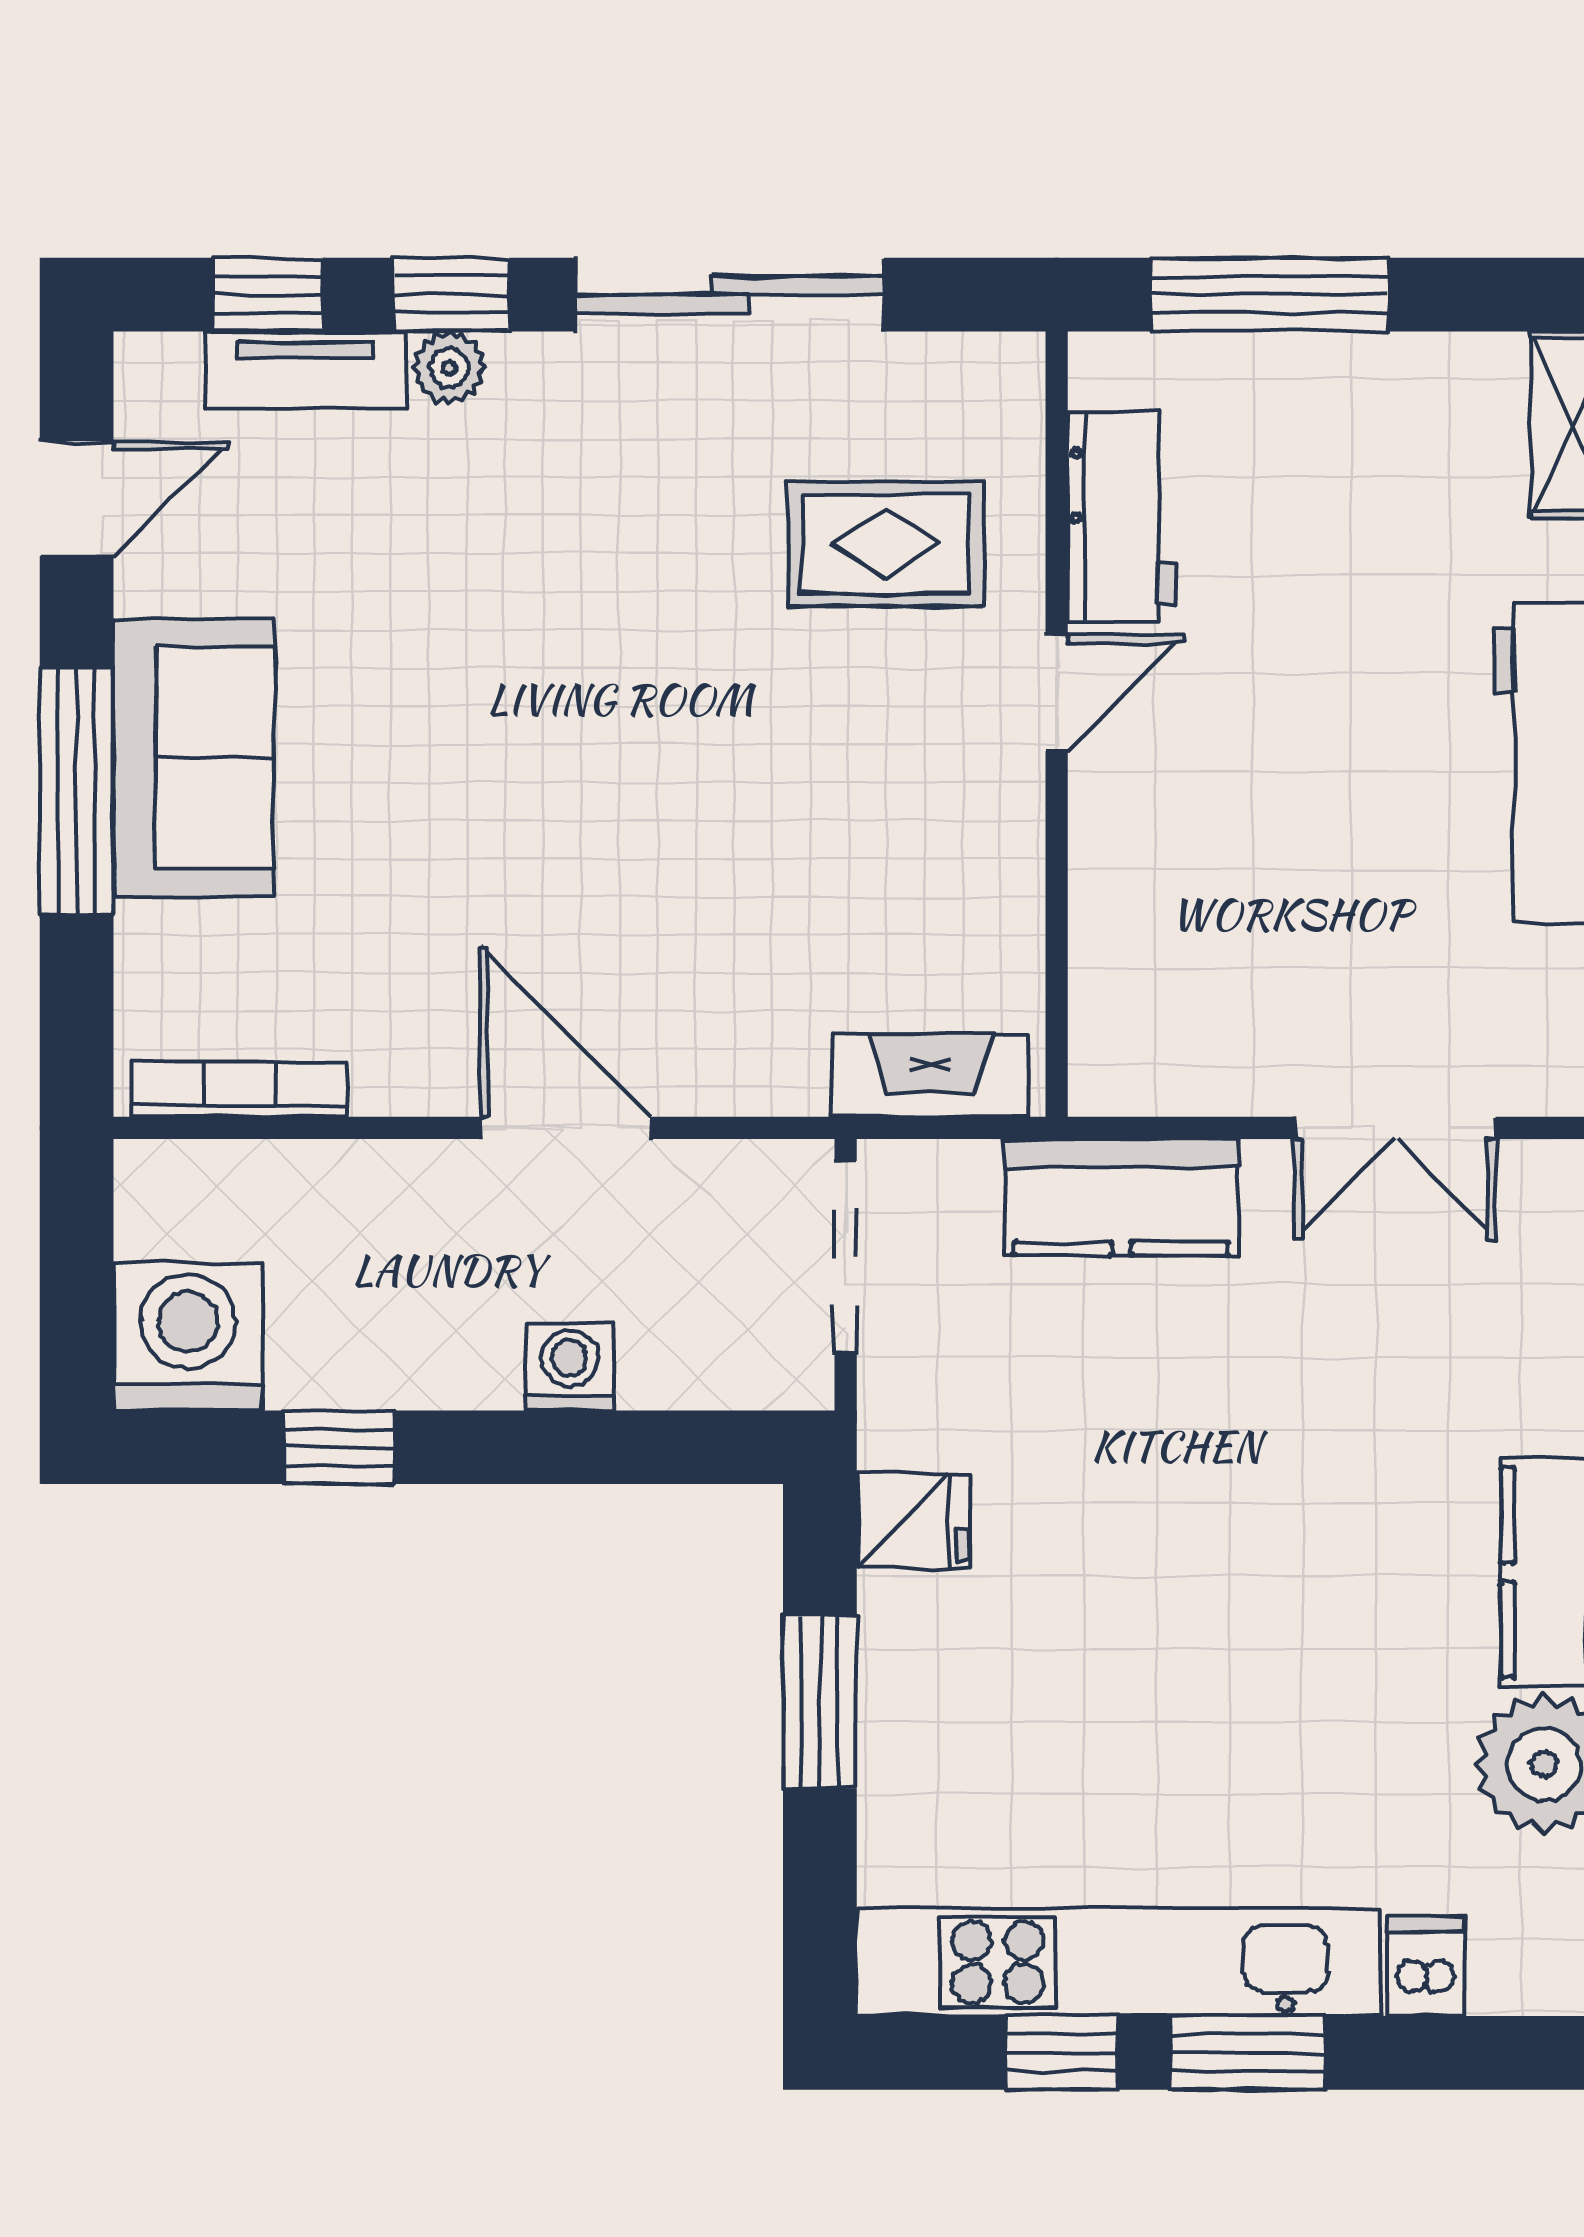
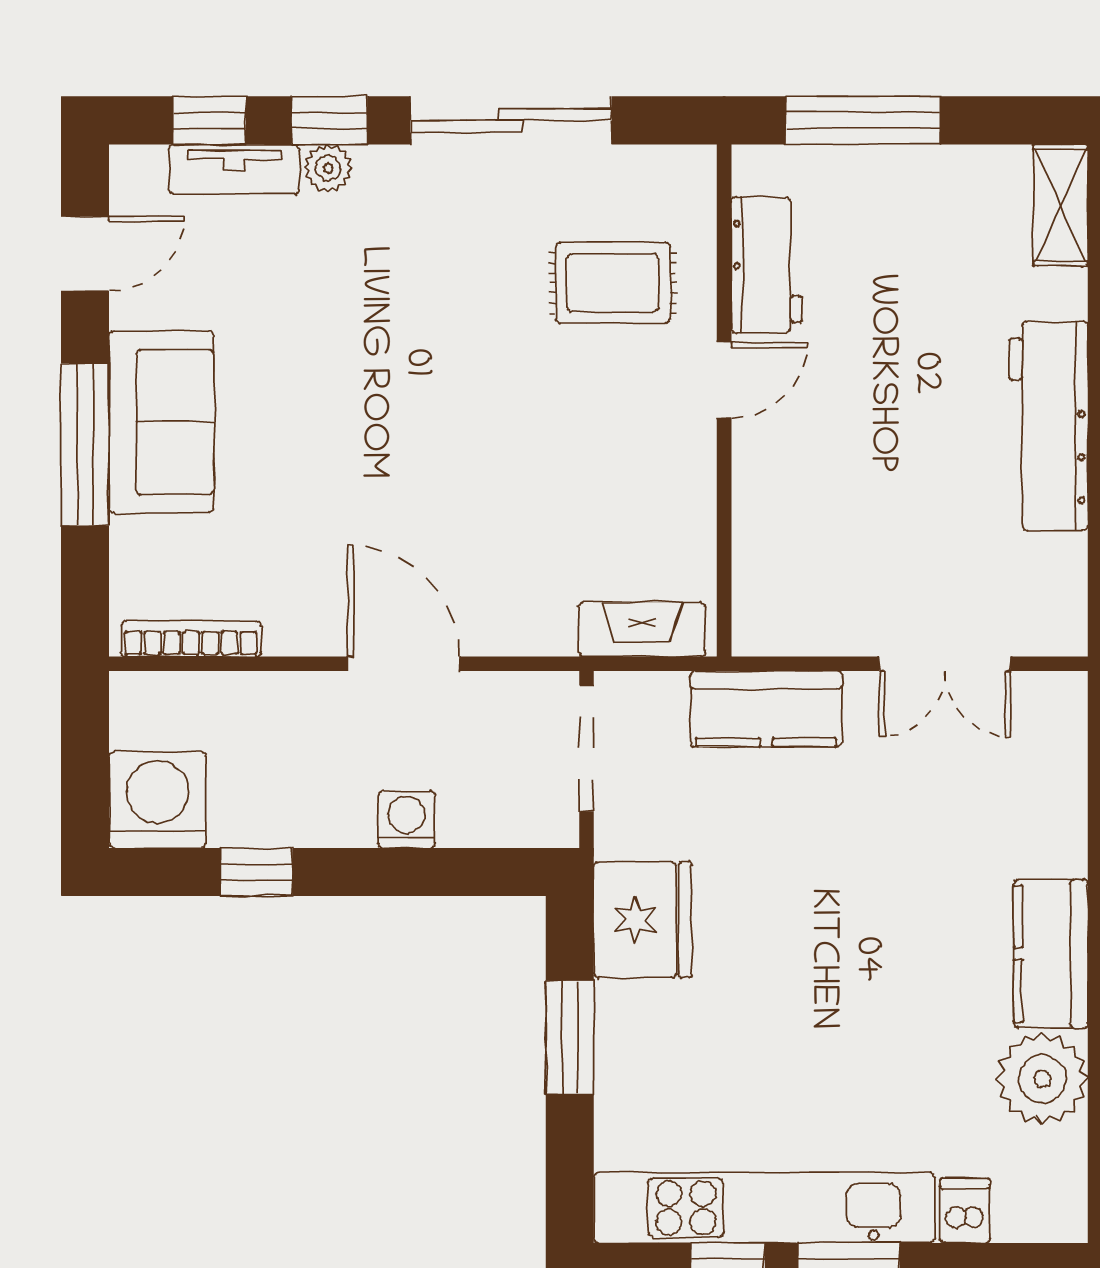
fridge: (913, 1520) -> (643, 920), width x1.88, depth x1.34

